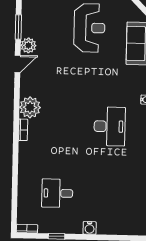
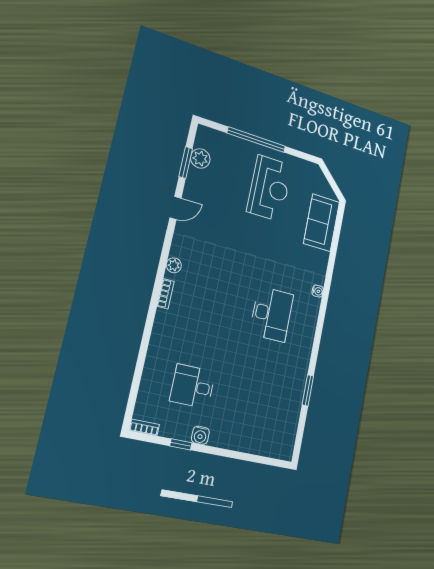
plant: (28, 45) -> (200, 158), moved
plant: (30, 107) -> (174, 265), width x0.53, depth x0.53
water cooler: (90, 228) -> (200, 435), moved

